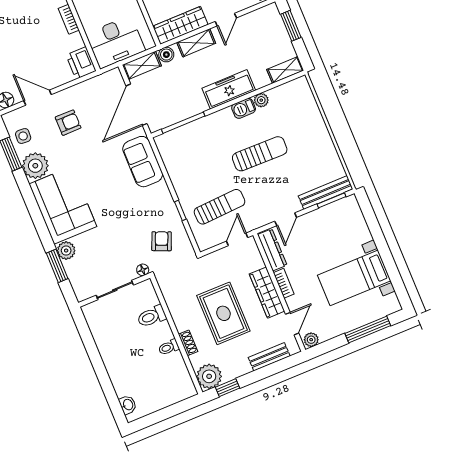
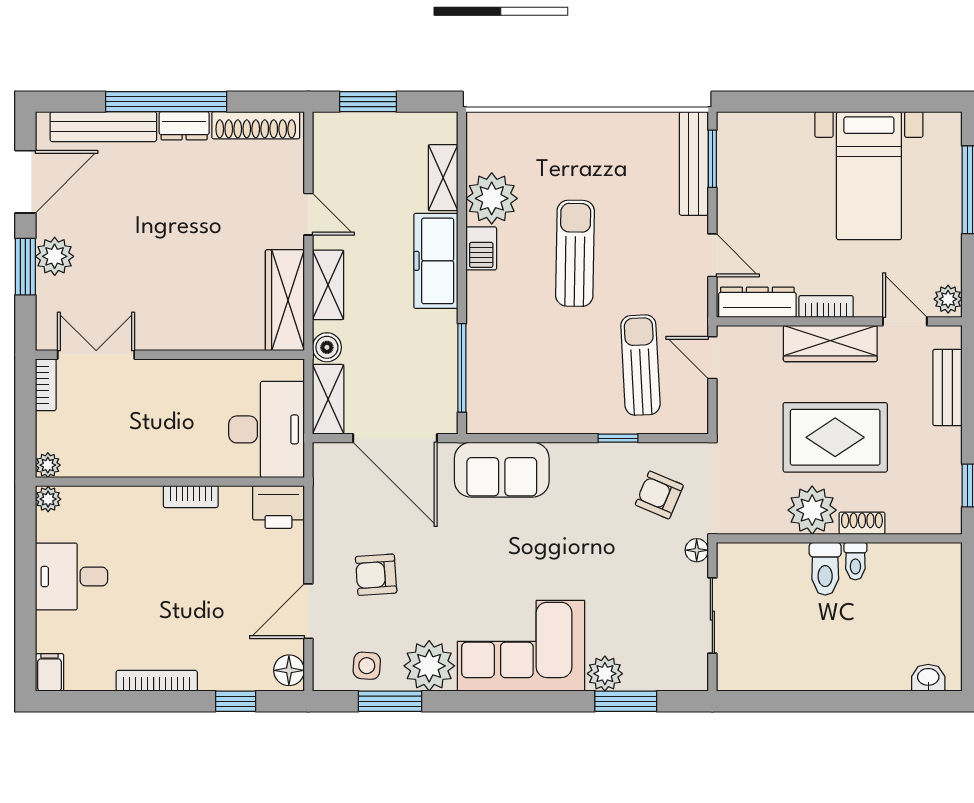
shelving: (285, 70) -> (443, 178), moved
plant: (261, 100) -> (492, 198), width x1.88, depth x1.88
armchair: (68, 123) -> (376, 575), turned -94
toilet: (152, 316) -> (825, 569), moved
plant: (209, 376) -> (812, 510), moved

